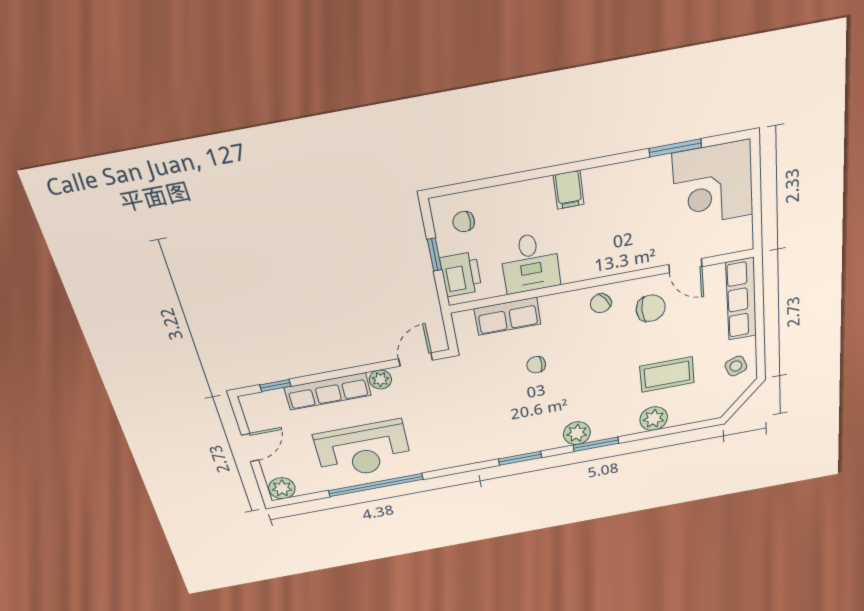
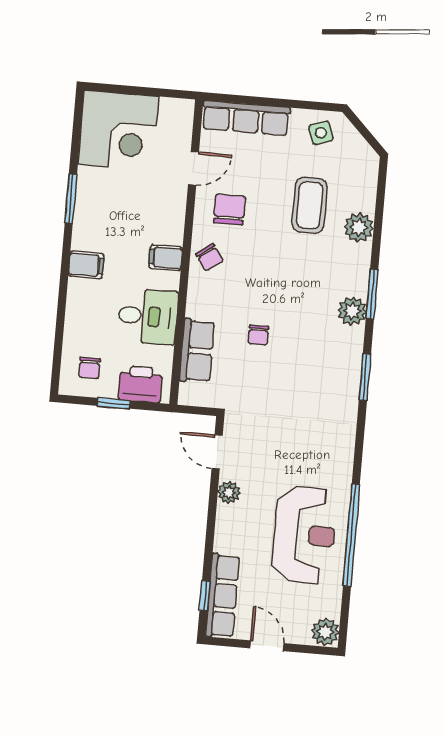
window: (675, 148) -> (71, 199), moved
filing cabinet: (592, 264) -> (166, 258), added
row of seats: (328, 391) -> (222, 596), moved

